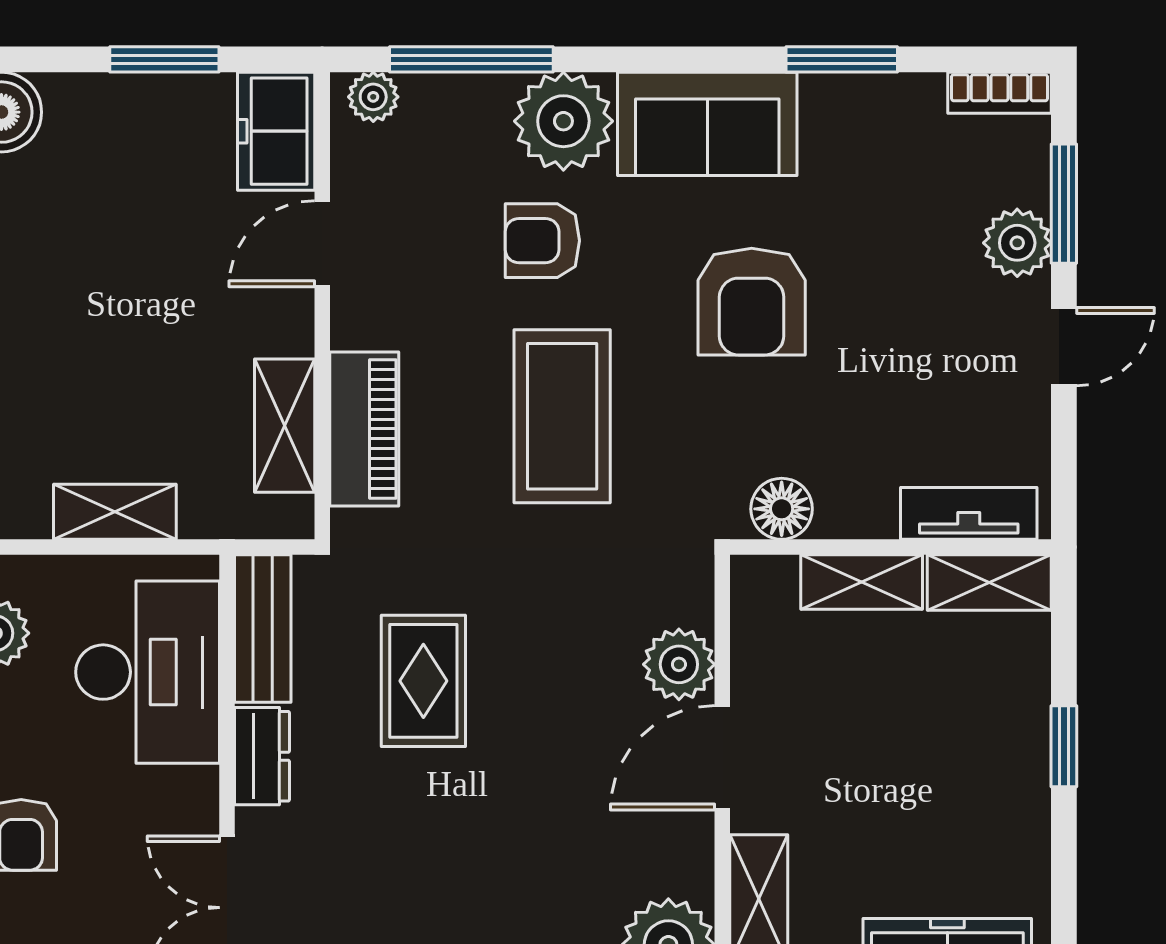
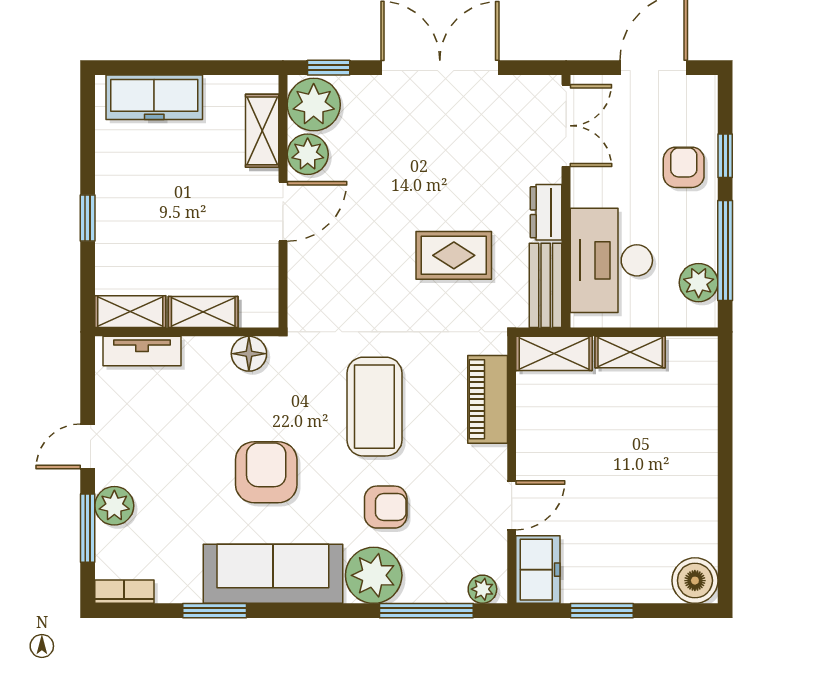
sofa: (707, 124) -> (273, 574), width x1.36
shelving: (285, 426) -> (554, 353), moved, turned 90
plant: (679, 664) -> (308, 154), moved
rug: (423, 681) -> (454, 255), turned 90

